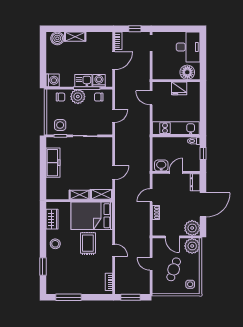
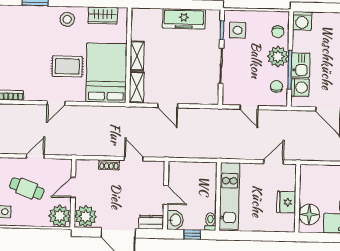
washbasin: (161, 166) -> (175, 220), moved

